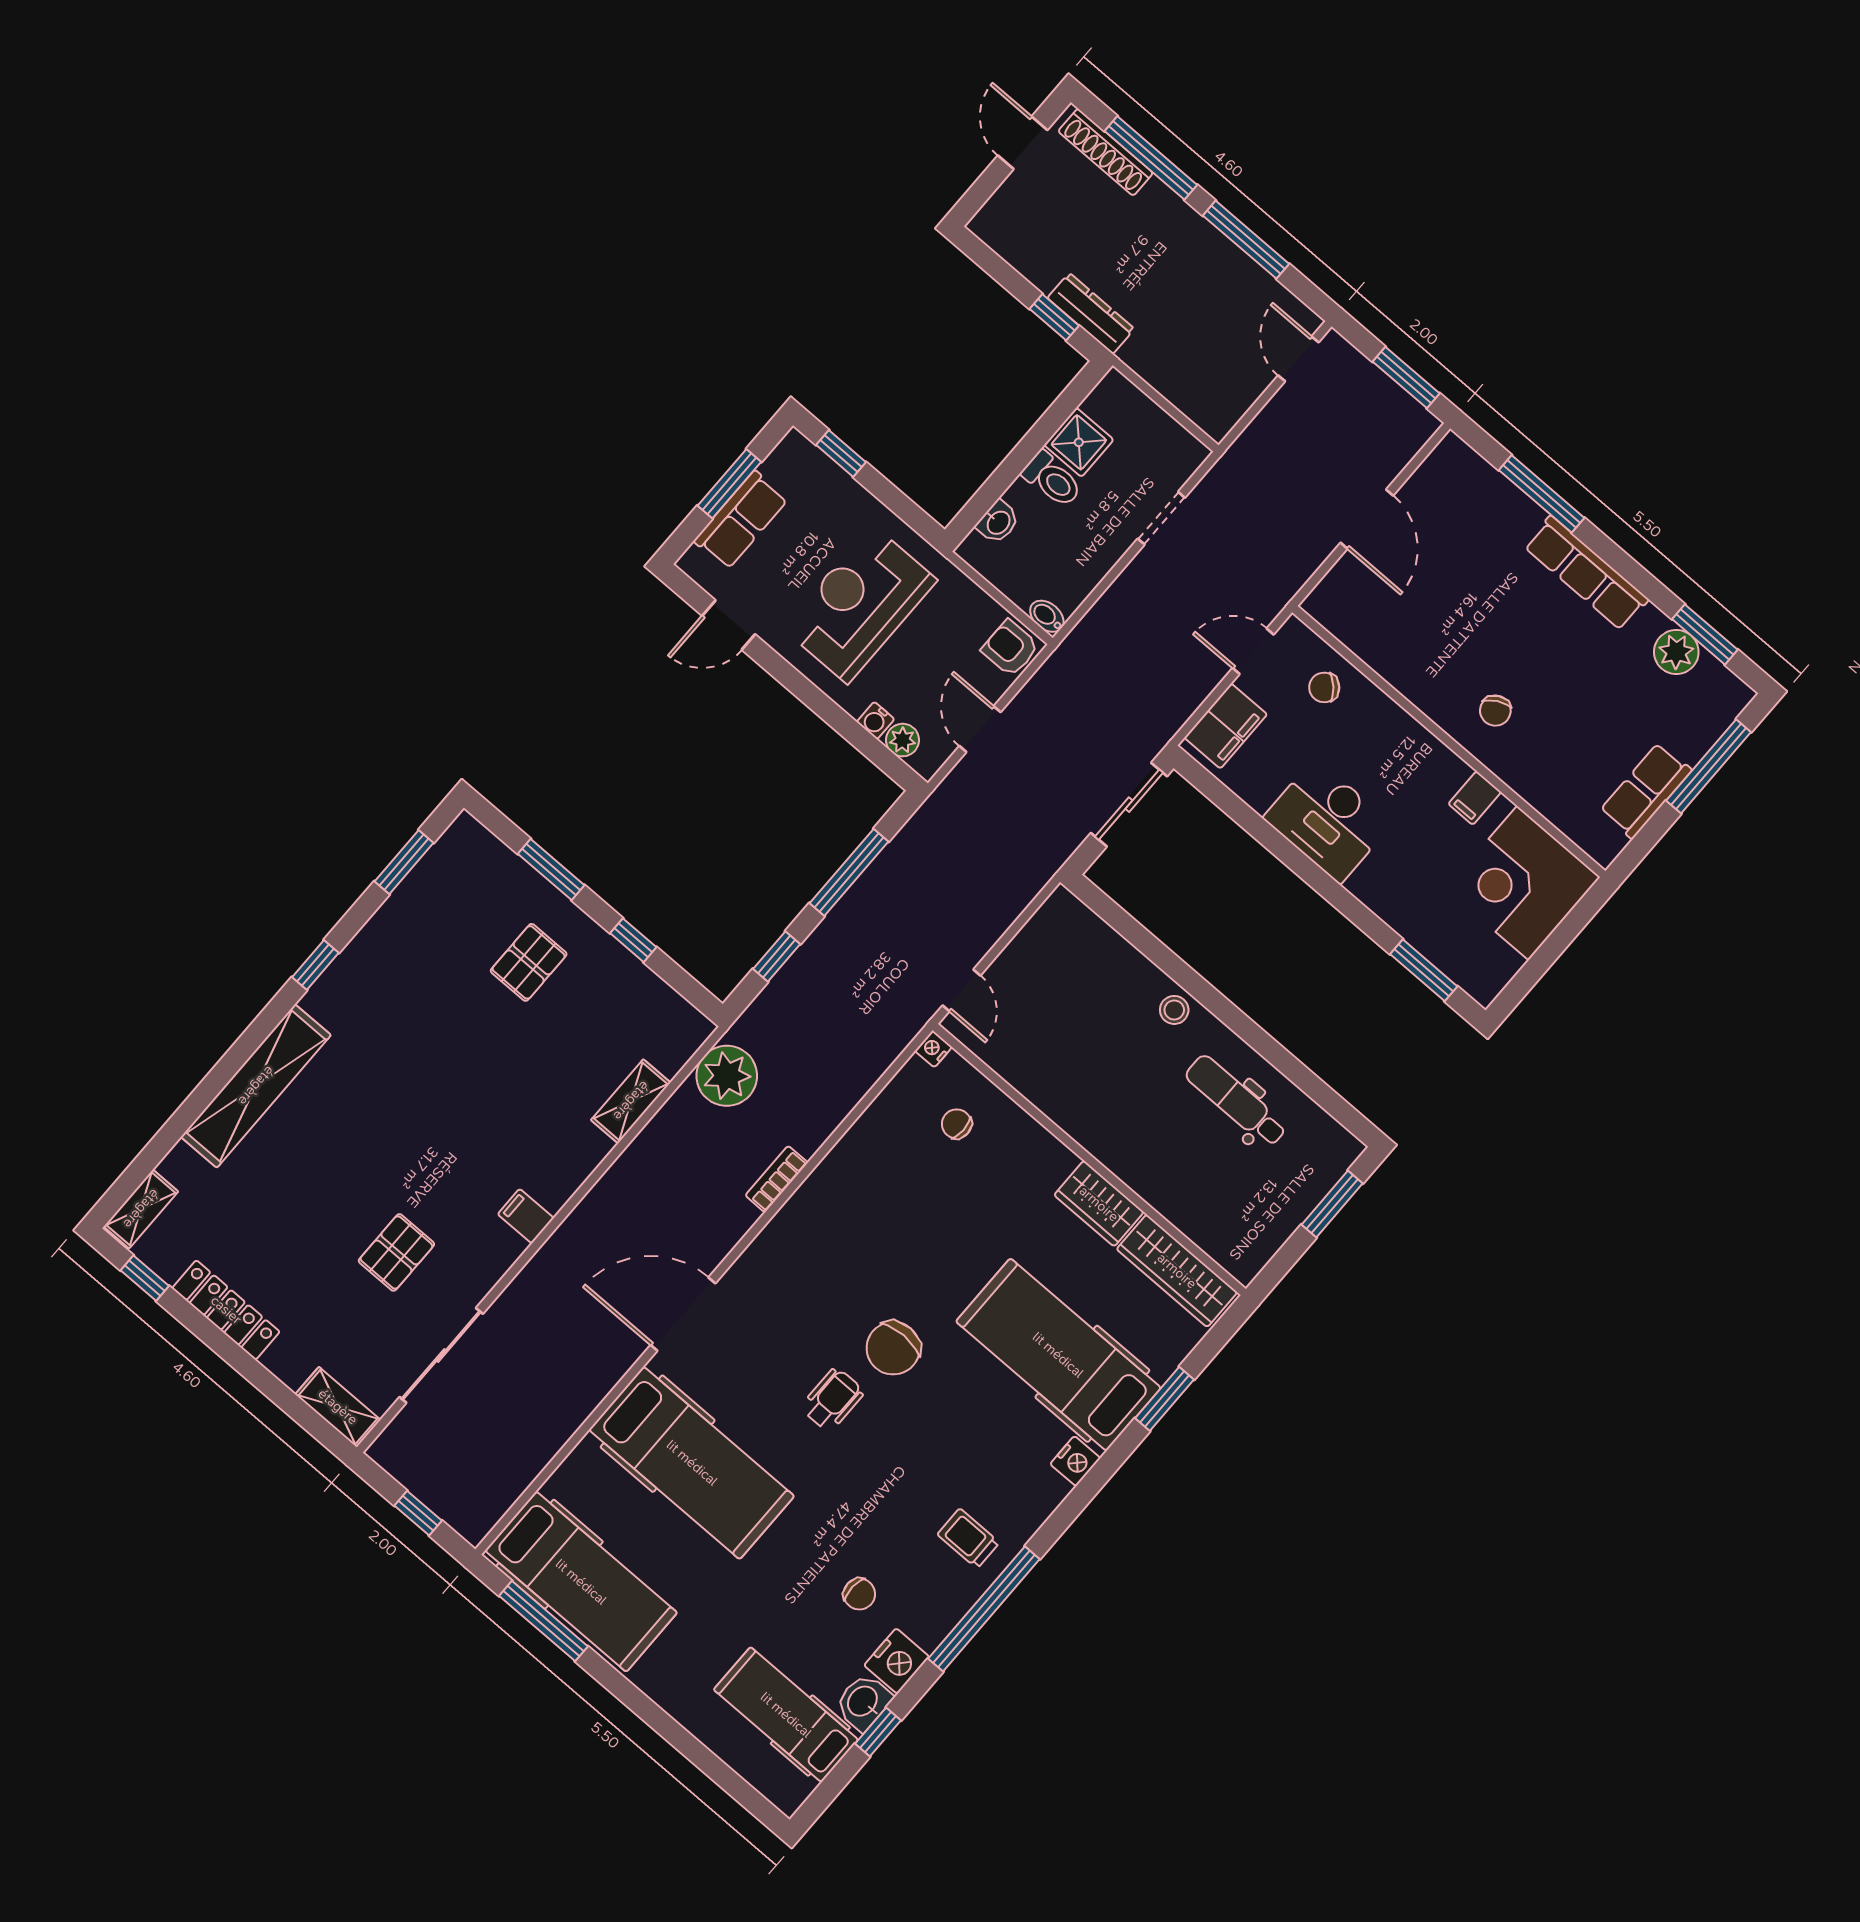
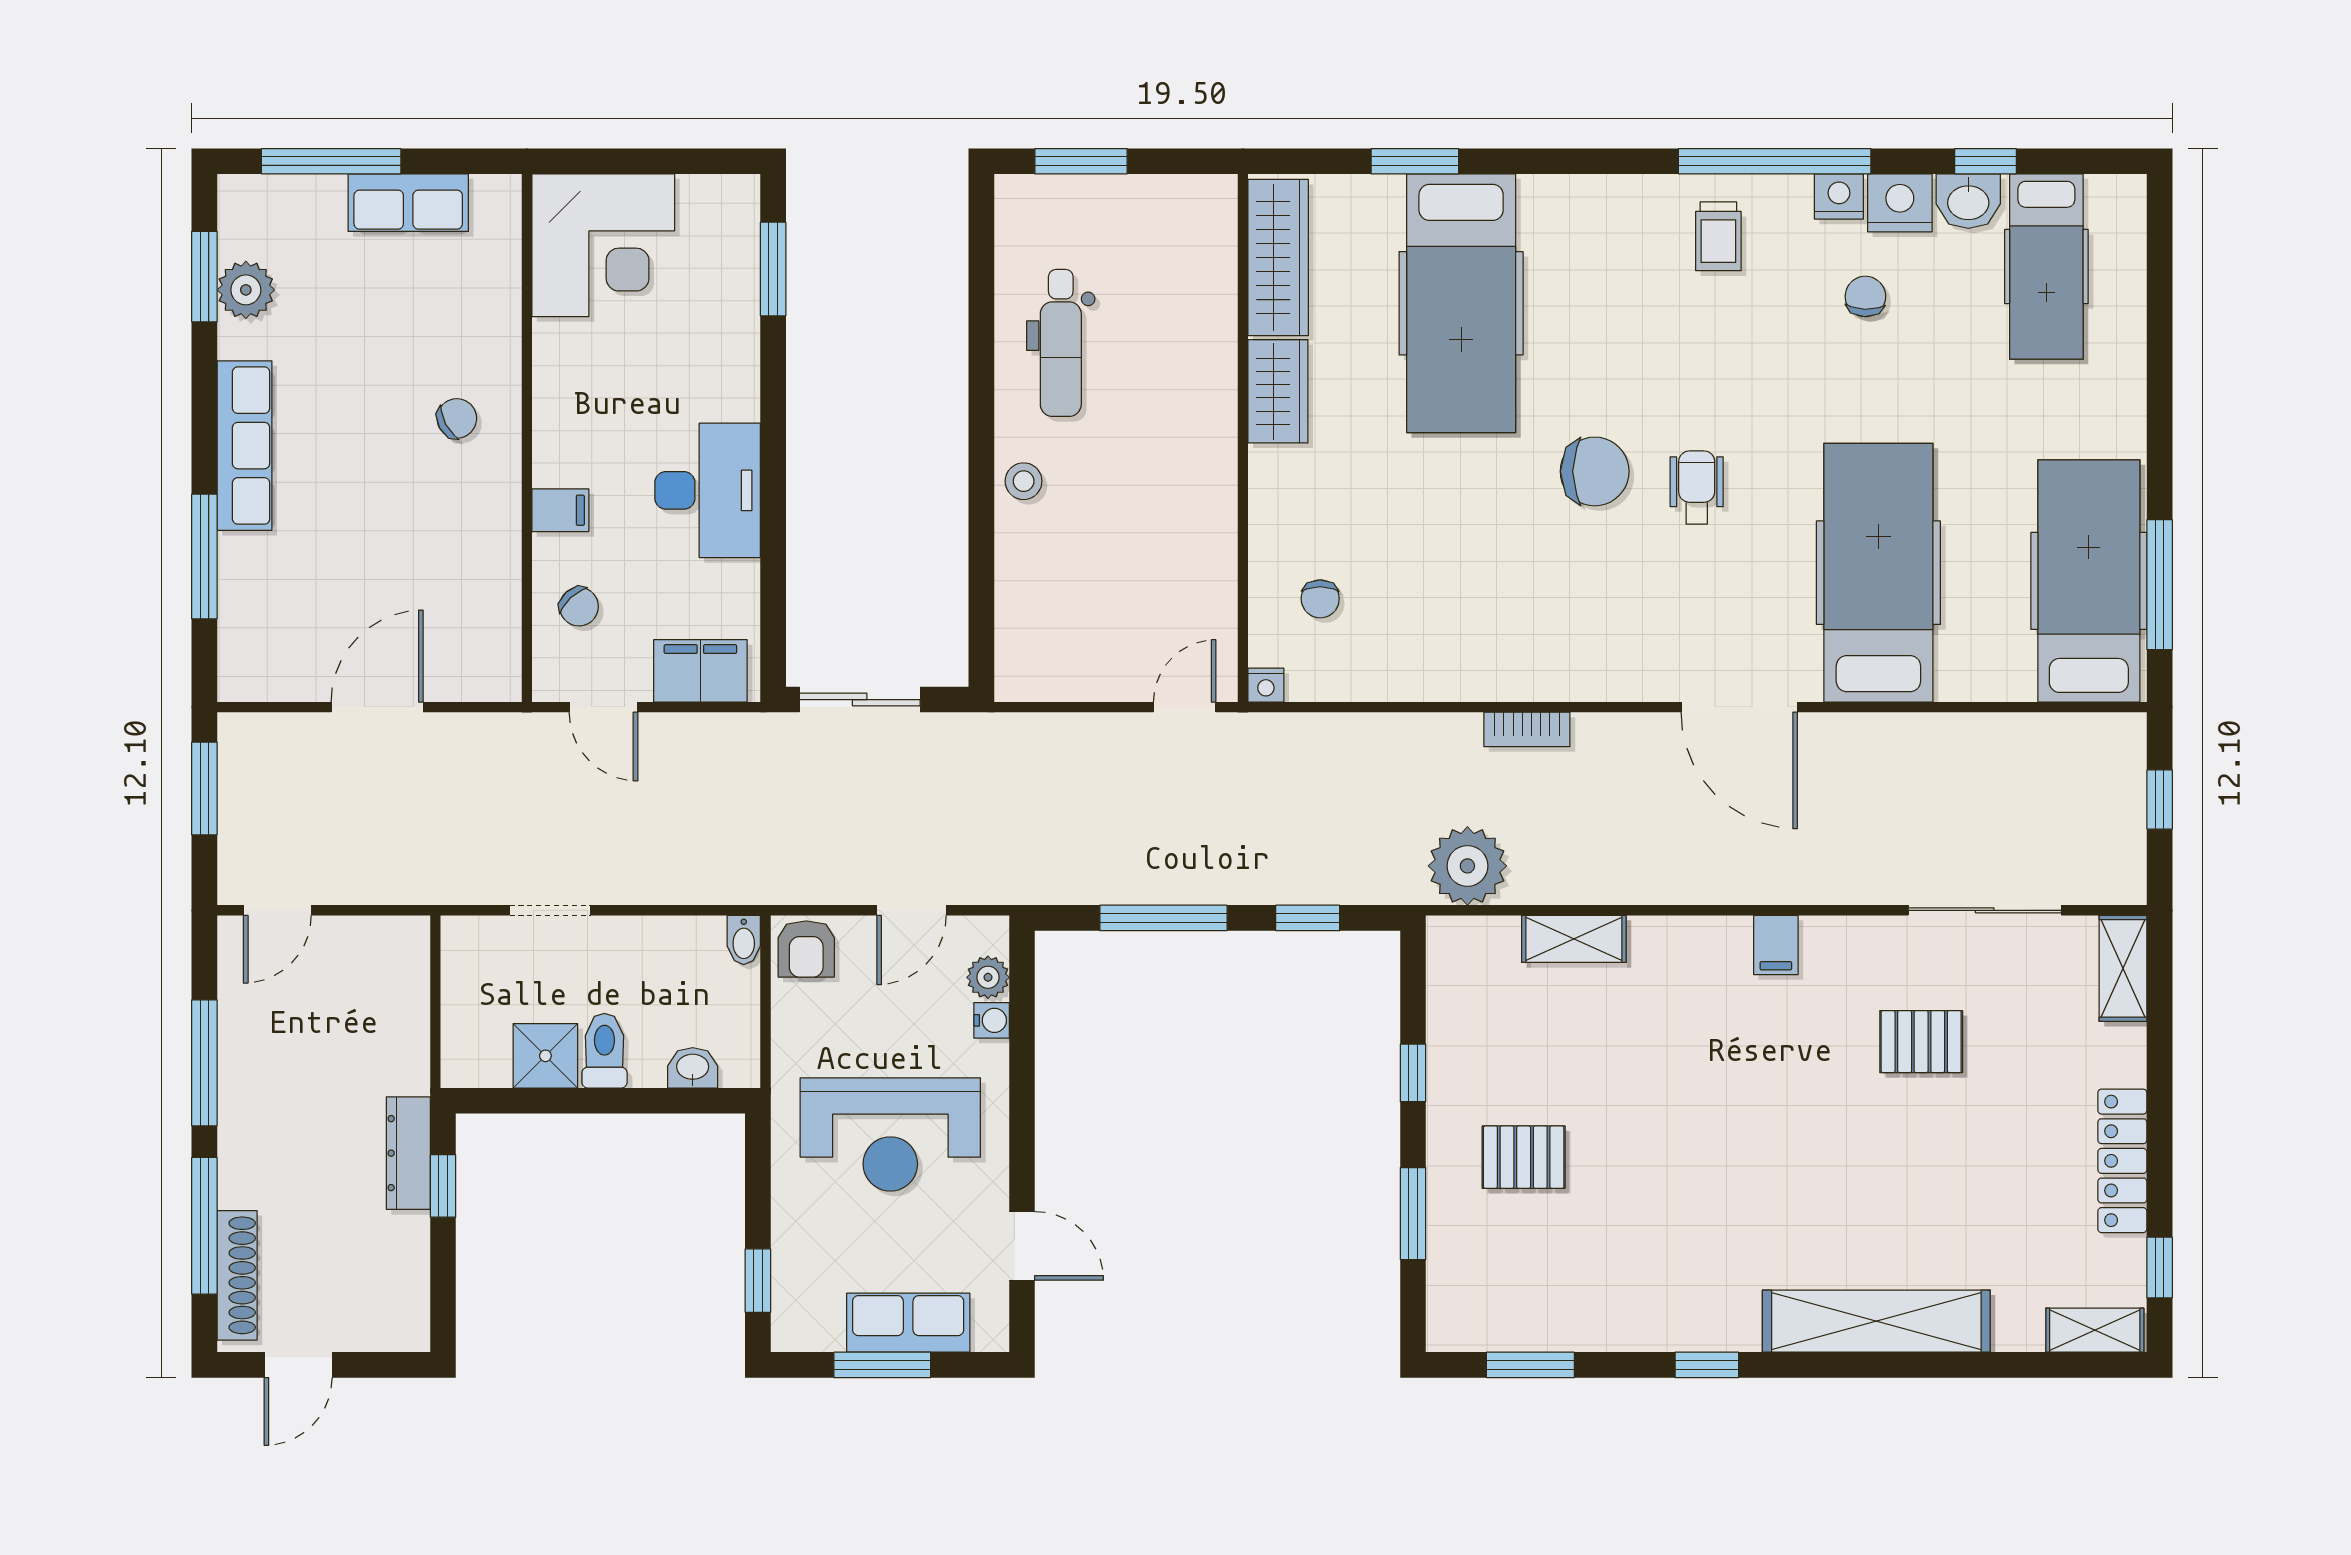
filing cabinet: (1475, 798) -> (560, 510), moved
wheelchair: (833, 1400) -> (1697, 488), turned 90
nightstand: (1075, 1461) -> (1839, 196), moved

